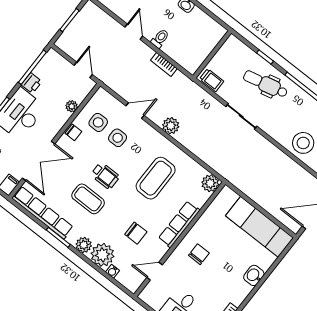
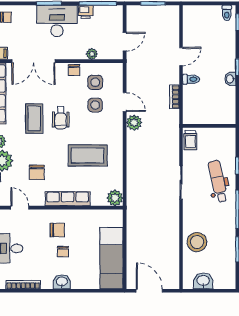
plant: (171, 126) -> (134, 123), moved
chair: (221, 264) -> (63, 252), added
washbasin: (254, 275) -> (62, 282), moved

